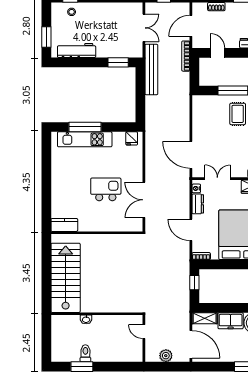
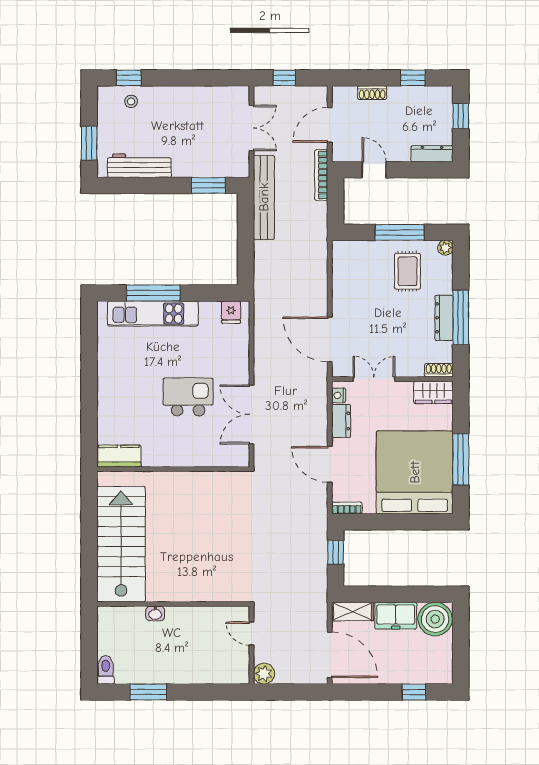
toilet: (85, 353) -> (106, 670), moved
plant: (166, 356) -> (264, 674), moved

